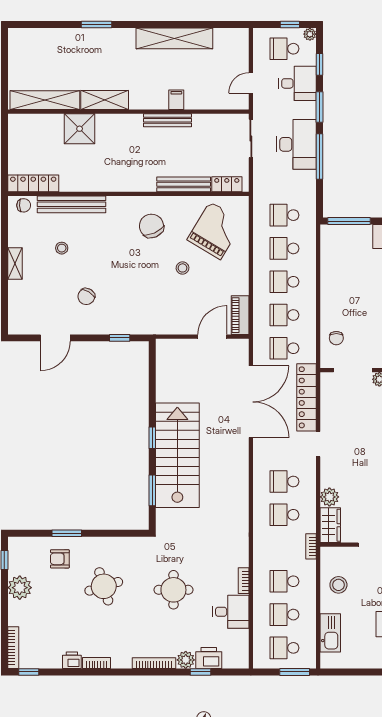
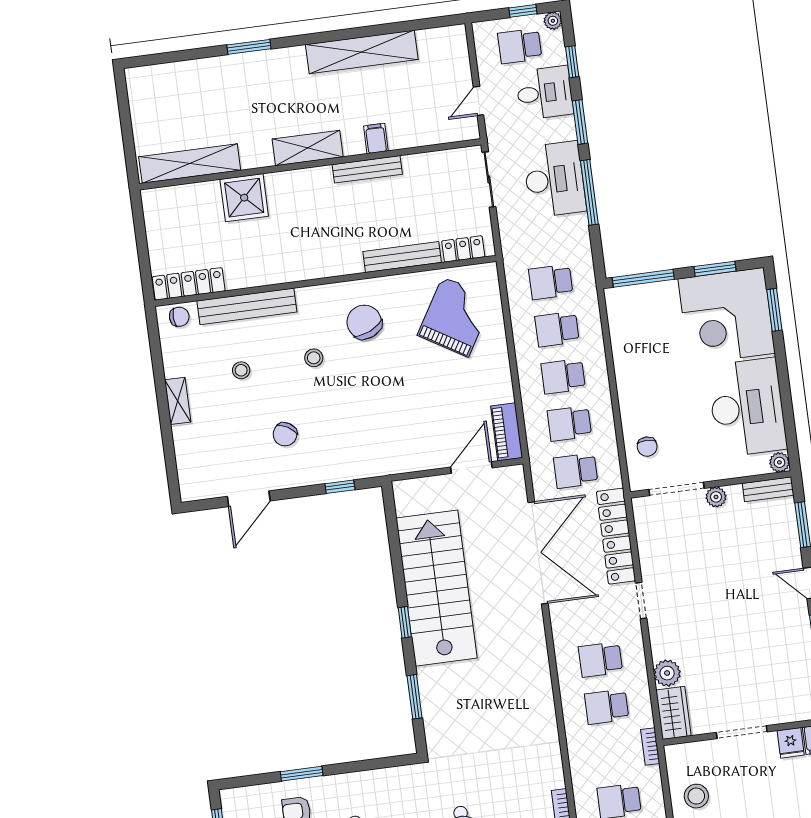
shelving: (105, 100) -> (308, 148), moved
stool: (183, 268) -> (314, 358), moved
stairs: (177, 455) -> (437, 588), moved

